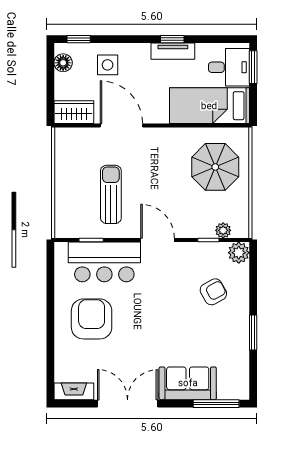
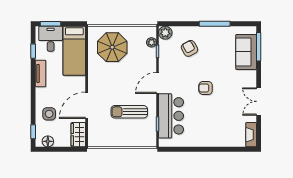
window: (172, 39) -> (33, 51), moved
armchair: (92, 319) -> (206, 88), moved, width x0.53, depth x0.53
window: (253, 333) -> (215, 24), width x1.44
sofa: (188, 383) -> (246, 52), moved
double door: (128, 404) -> (259, 101), width x0.73

